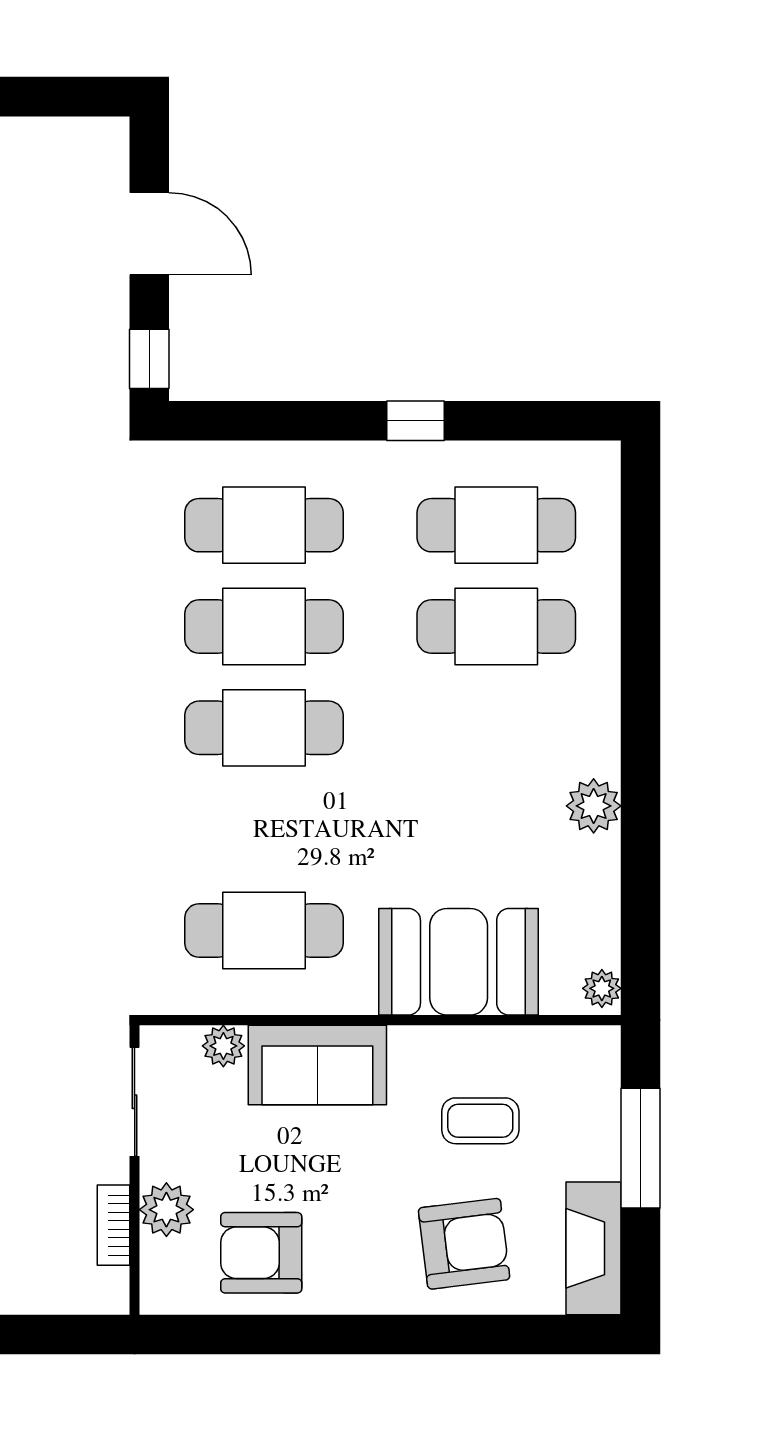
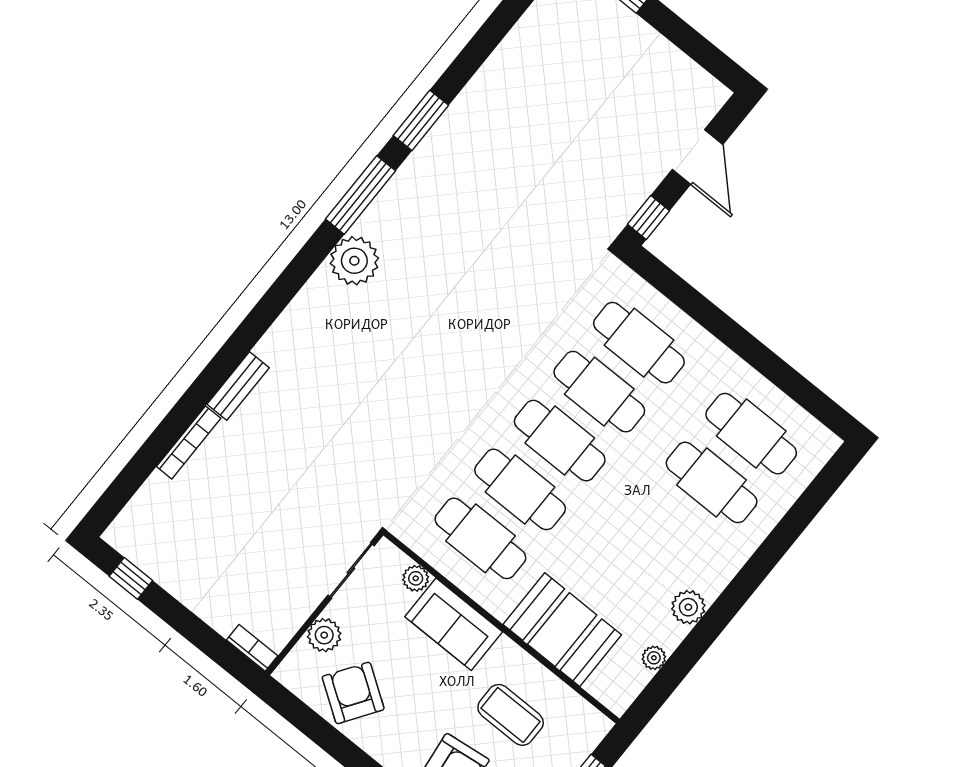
window: (416, 421) -> (753, 352), removed
cafe table: (264, 829) -> (520, 489), added
plant: (602, 988) -> (654, 658), moved
coffee table: (480, 1121) -> (511, 715), width x1.36, depth x1.30
bookcase: (113, 1225) -> (252, 648), moved, turned 90
armchair: (261, 1253) -> (353, 693), turned 34

